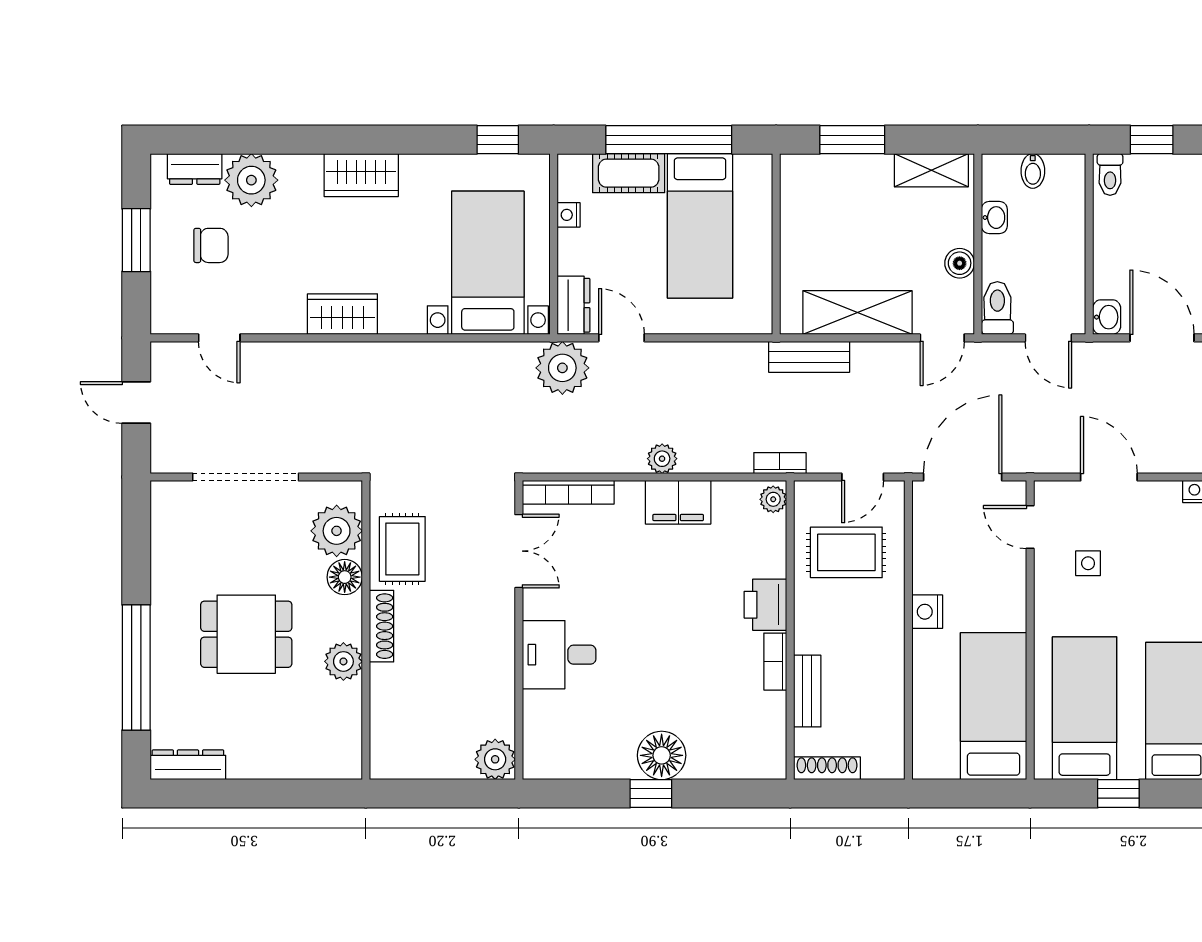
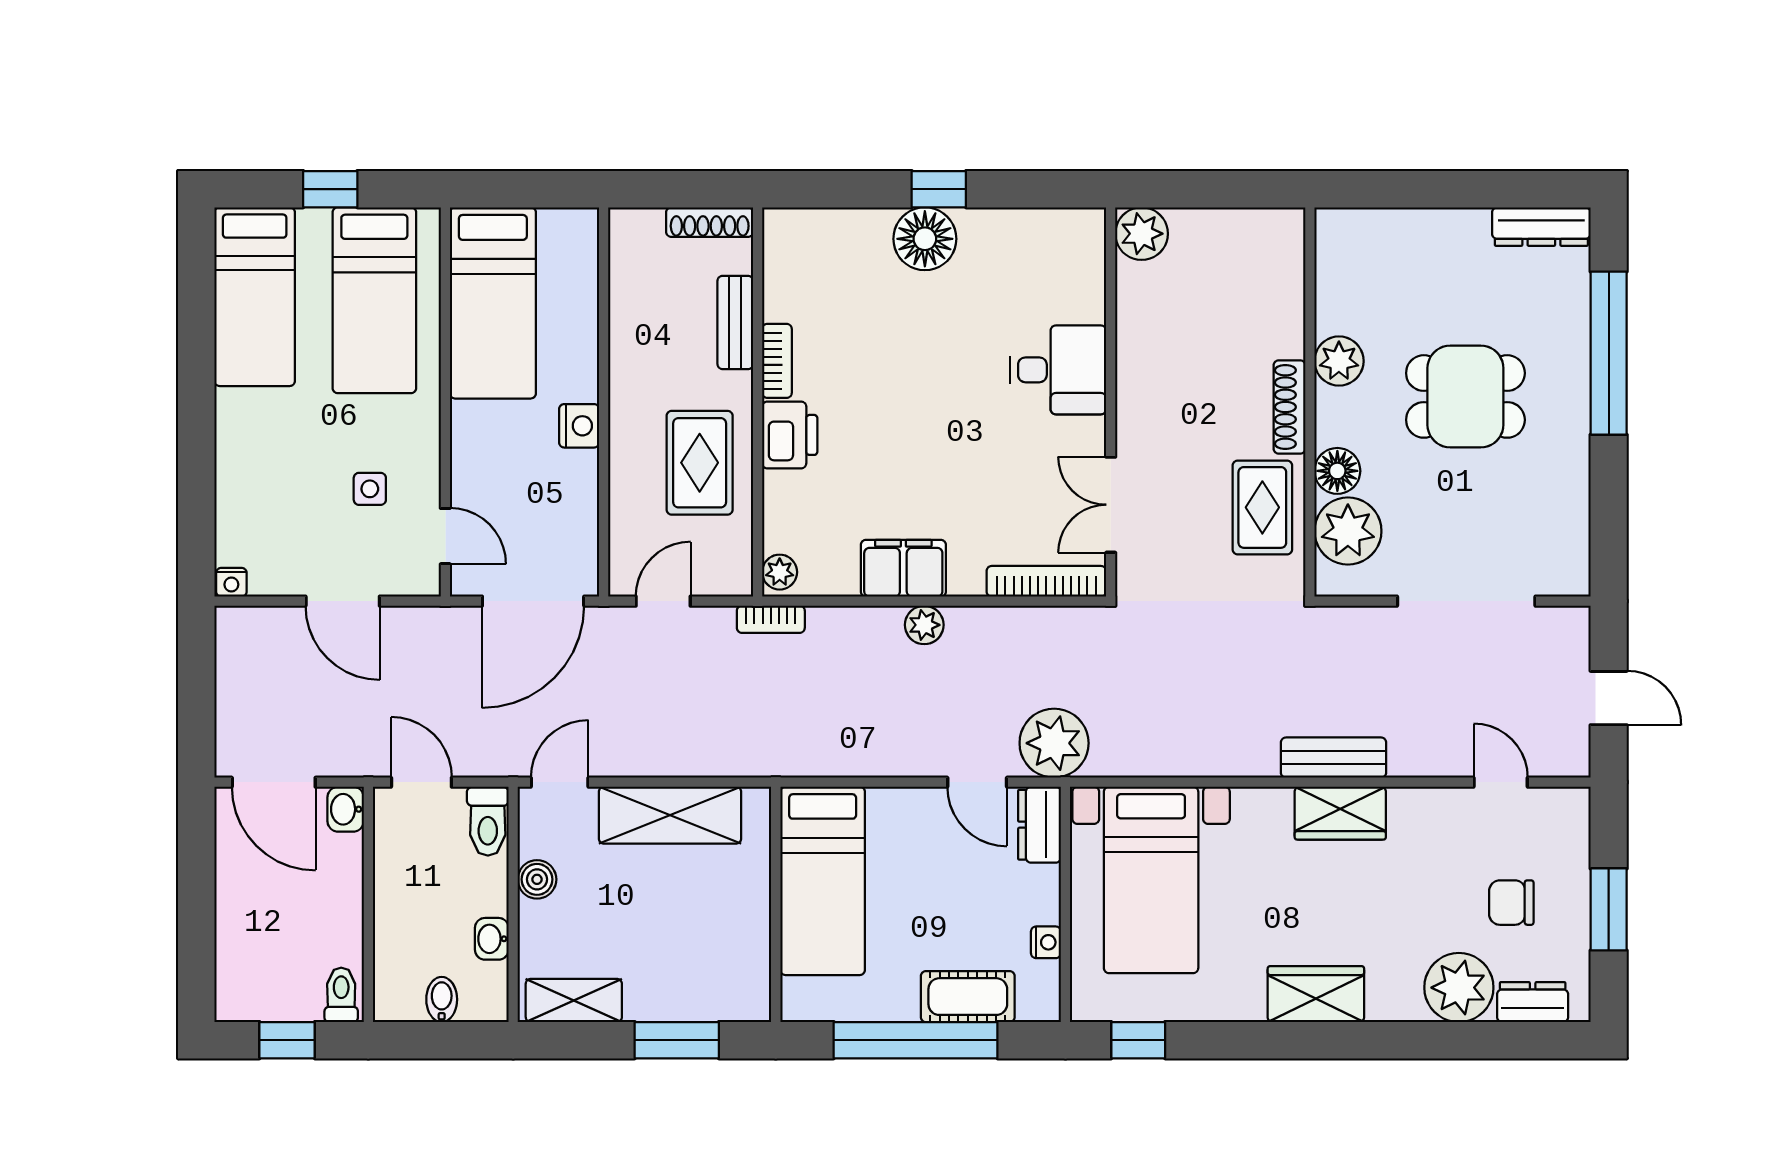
bed: (700, 226) -> (823, 881), moved, turned 180
bench: (809, 357) -> (1334, 758), moved
rug: (846, 552) -> (700, 463), moved, turned 90

